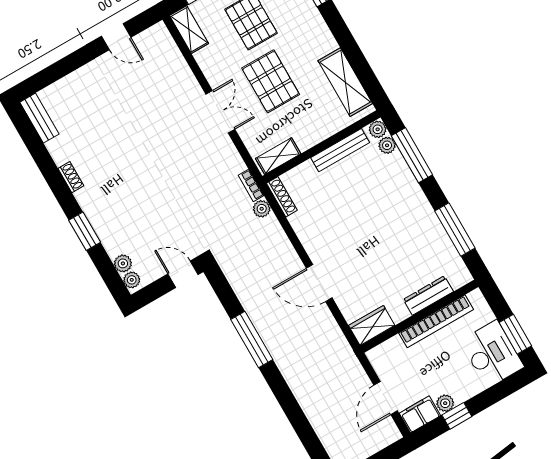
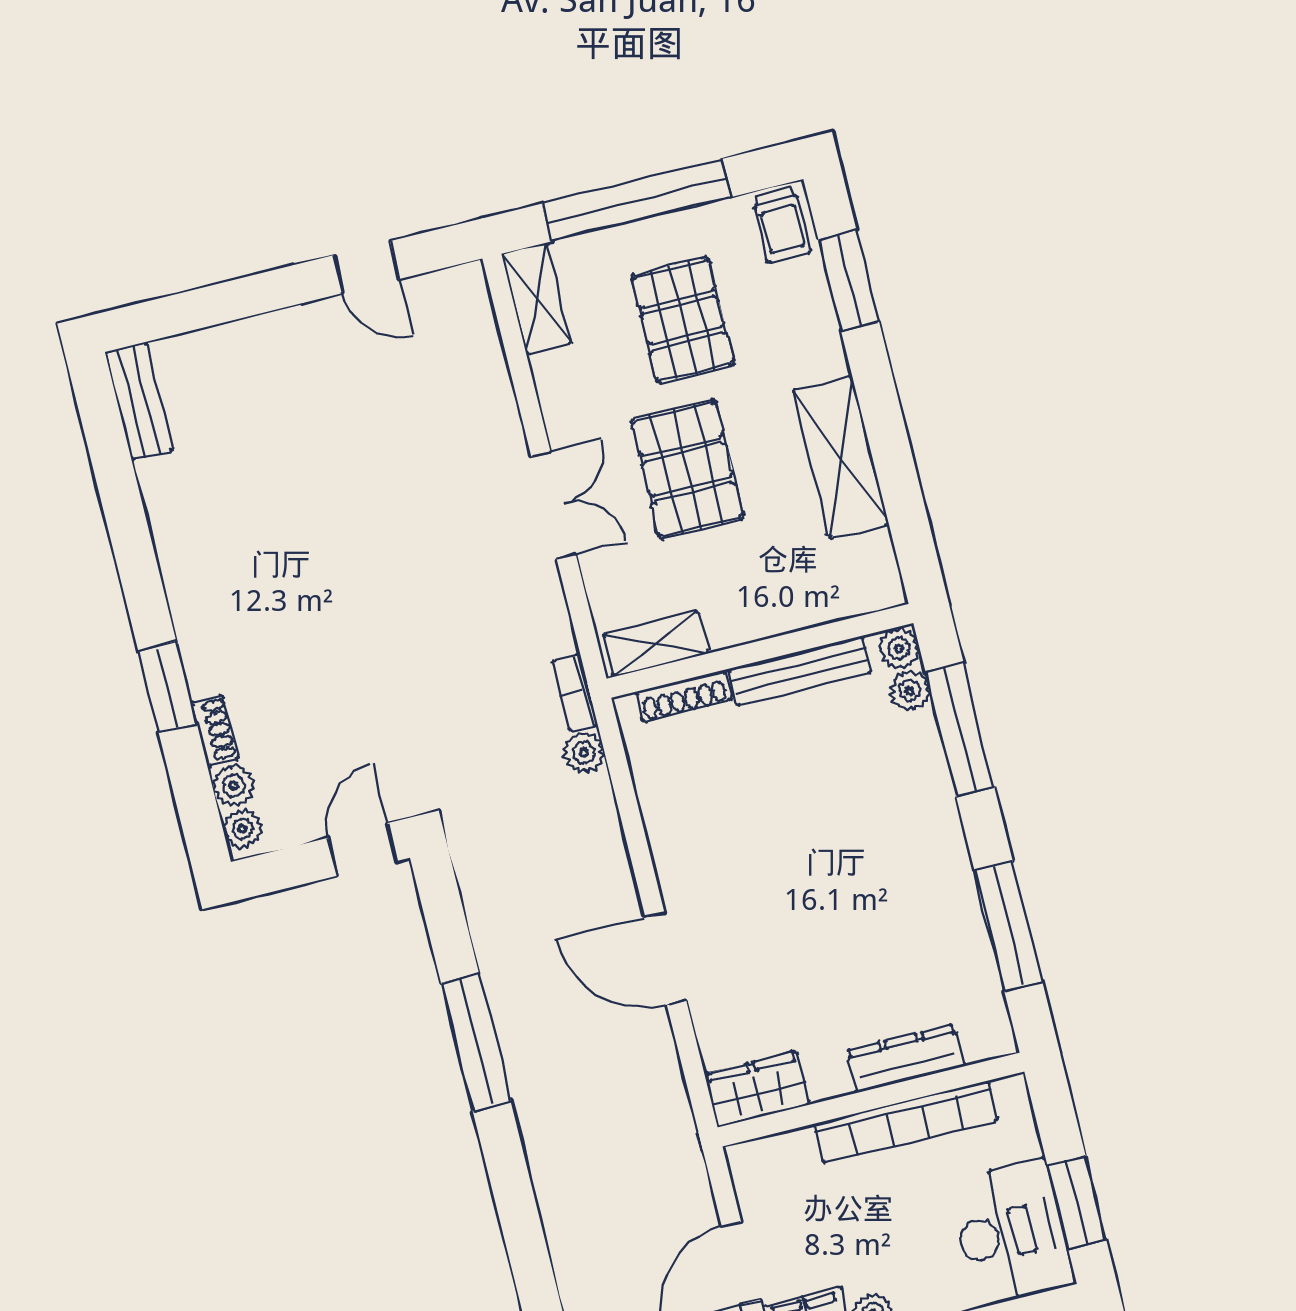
shelving: (345, 82) -> (841, 457), moved
shoe rack: (71, 177) -> (215, 730), moved
shoe rack: (282, 197) -> (684, 696), moved, turned 90
door: (183, 274) -> (362, 849), hinge flipped

